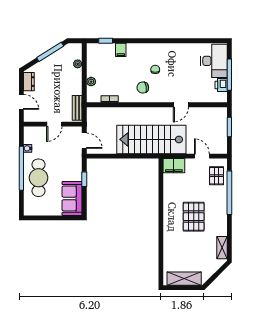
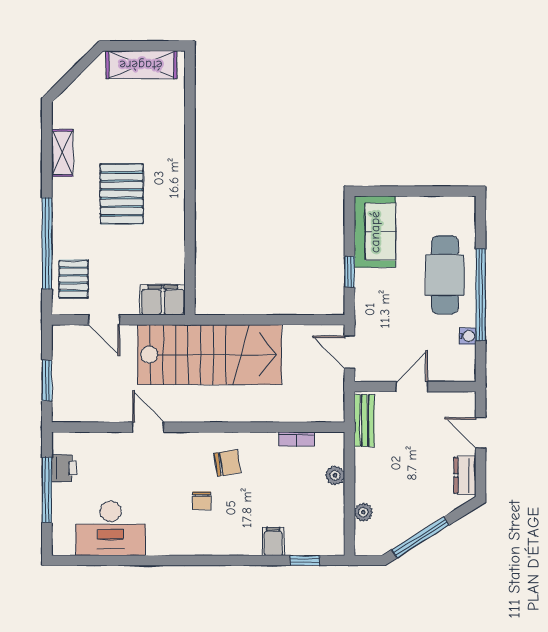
desk: (214, 61) -> (111, 528), moved, turned -90
door: (181, 105) -> (148, 427), hinge flipped
shelving: (222, 248) -> (62, 153), moved

